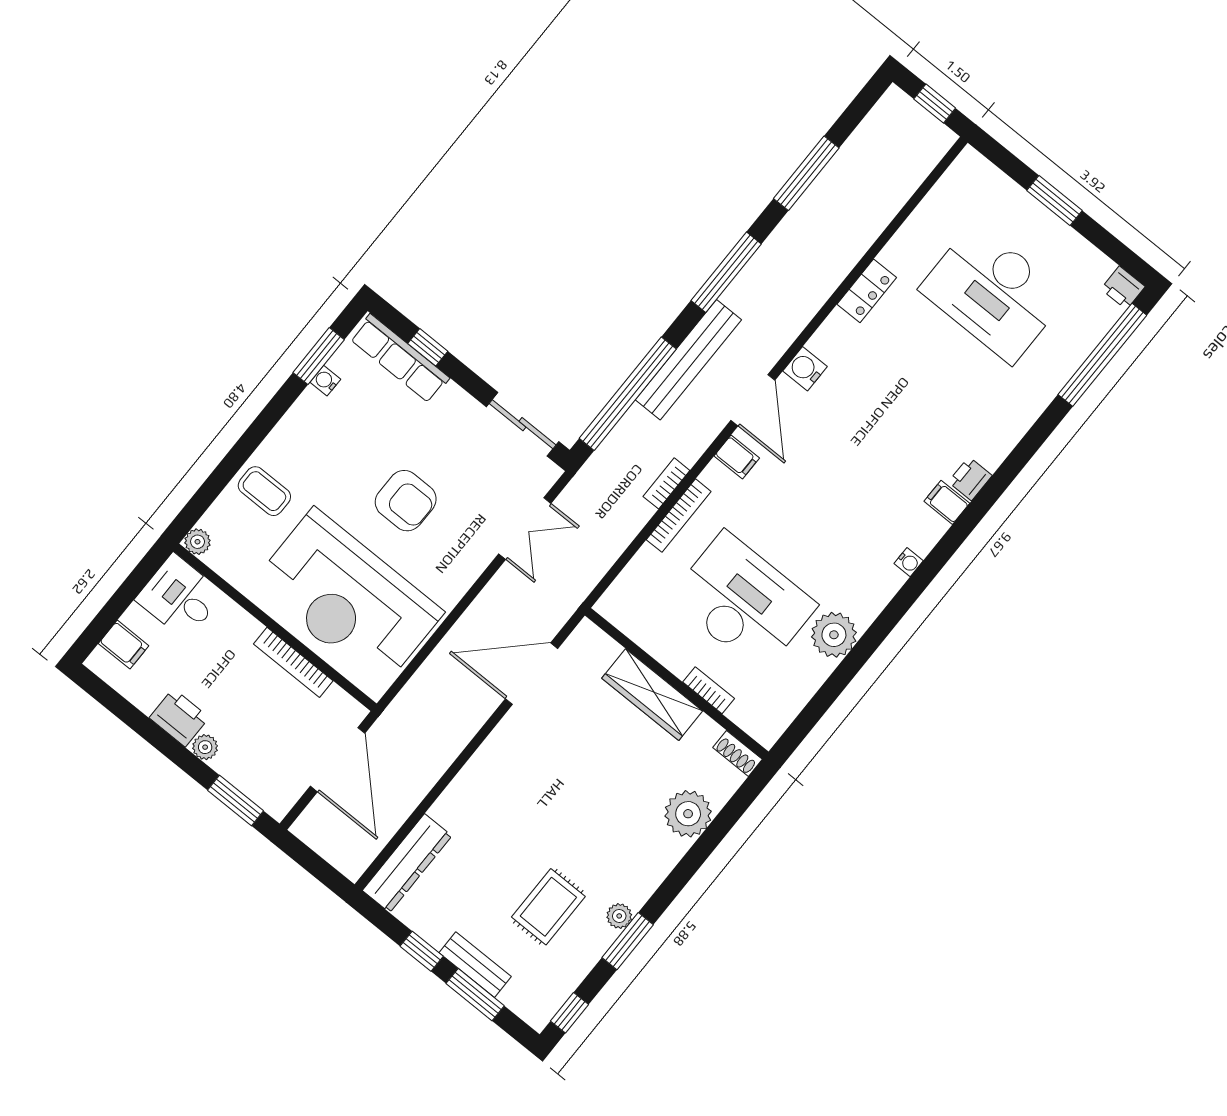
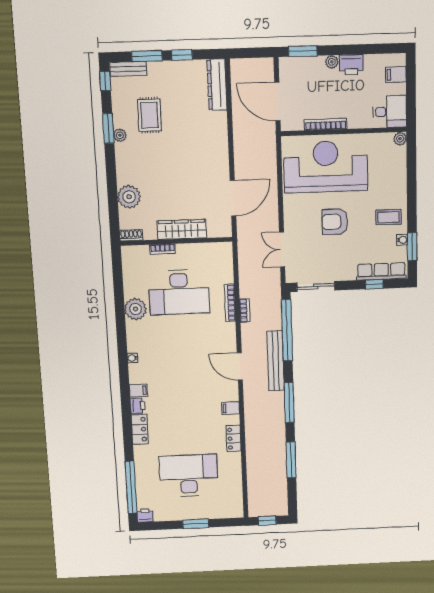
water cooler: (805, 369) -> (231, 393), removed
locker: (1002, 438) -> (140, 429), added
filing cabinet: (737, 457) -> (231, 408), moved
coffee table: (264, 491) -> (389, 217), moved
bench: (475, 965) -> (128, 69), moved

